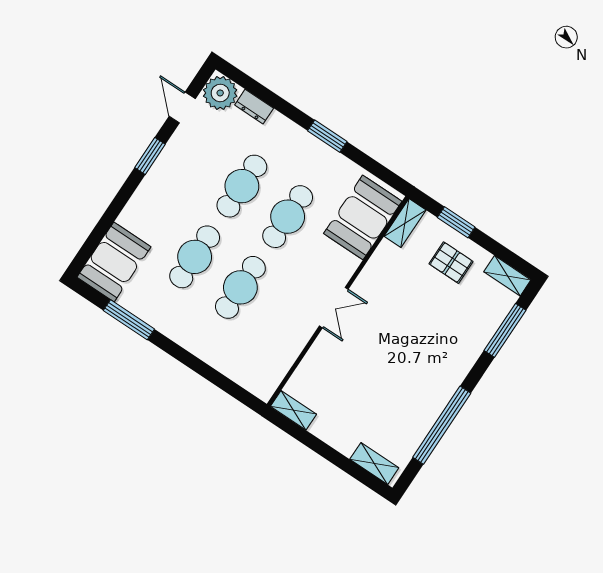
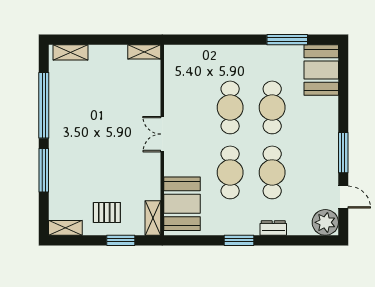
dresser: (254, 107) -> (273, 228), moved
window: (150, 156) -> (343, 153), width x1.44
window: (505, 330) -> (44, 170), moved

